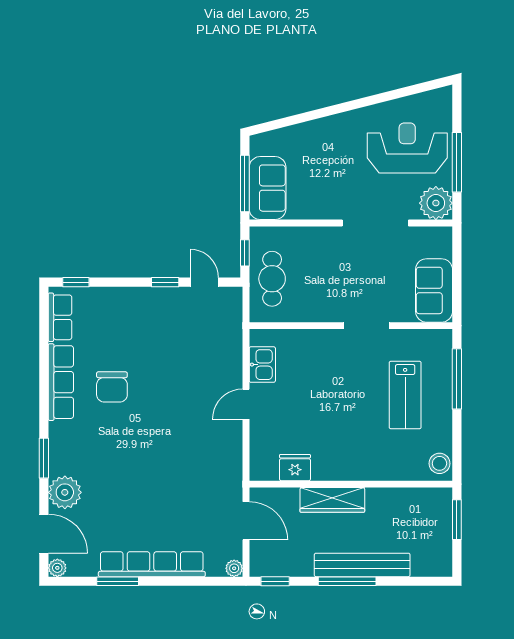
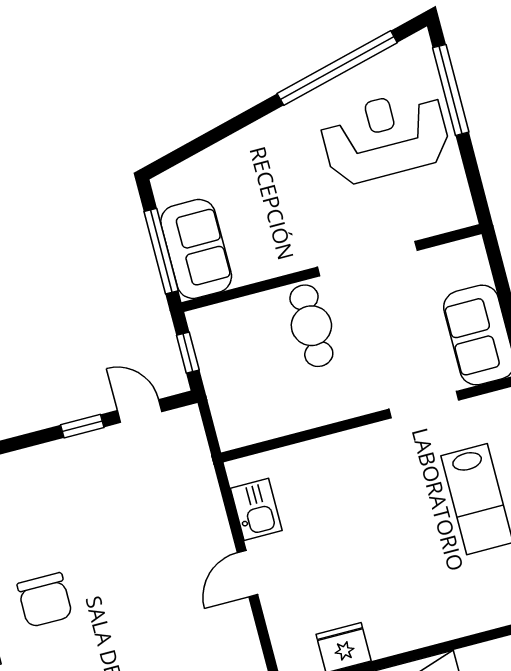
window: (388, 96) -> (337, 68), added
window: (457, 162) -> (451, 90), moved
plant: (436, 203) -> (448, 206), removed
cafe table: (272, 279) -> (311, 326), moved
doorway: (367, 326) -> (424, 405), moved

